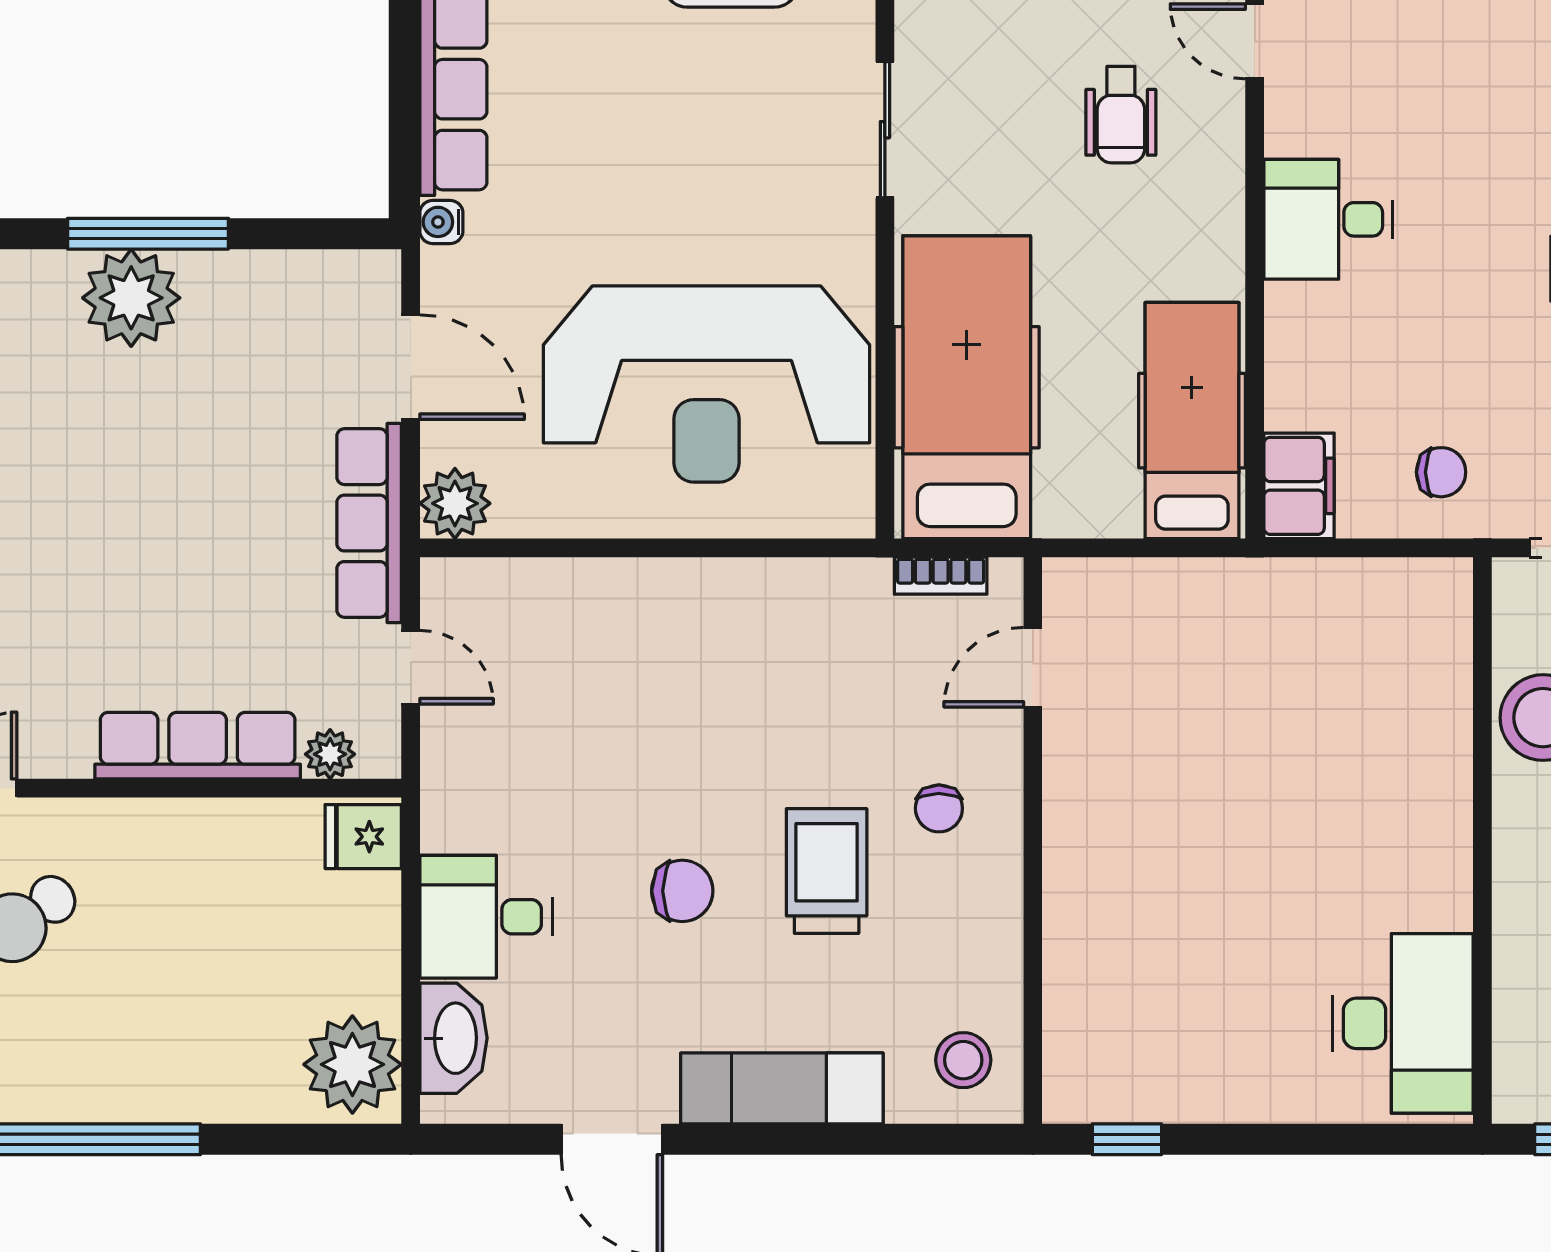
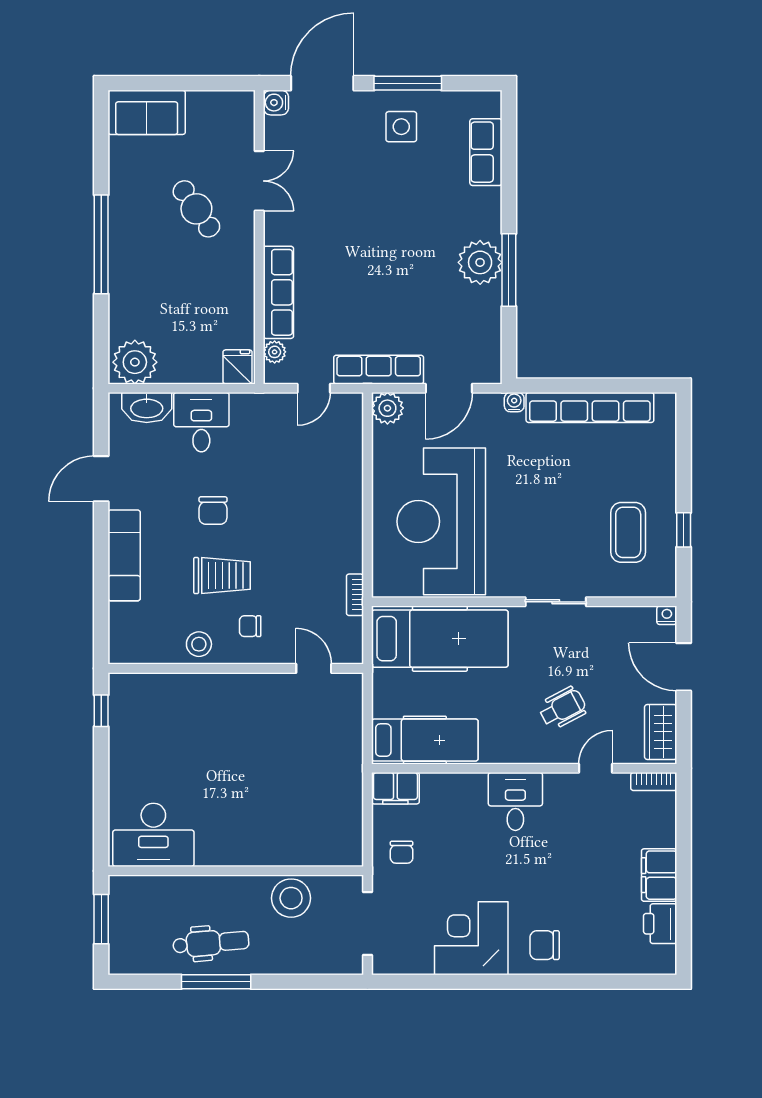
wheelchair: (1121, 115) -> (563, 708), turned 152
bookcase: (941, 576) -> (355, 595), moved
stool: (963, 1060) -> (199, 644), moved

